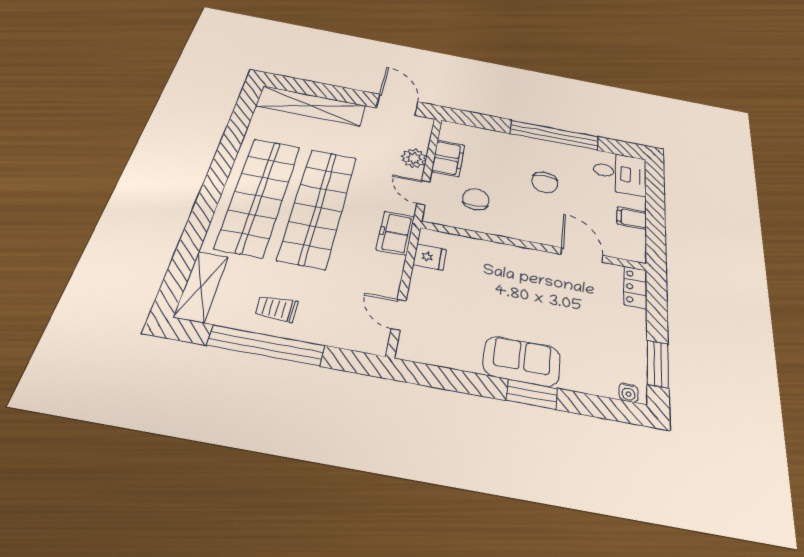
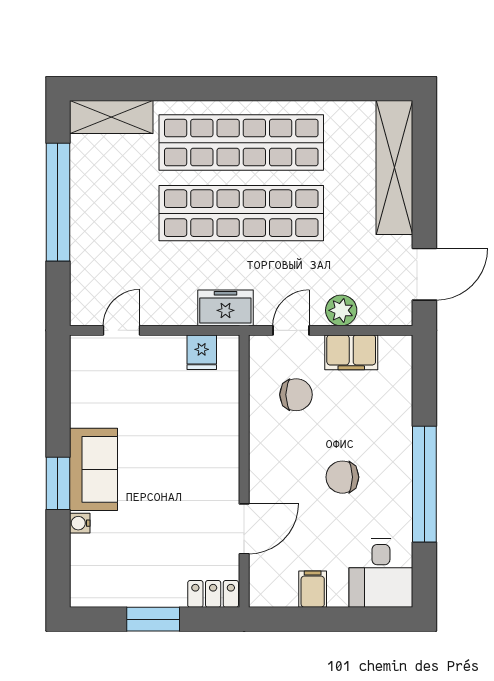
trolley: (277, 309) -> (102, 201), removed
window: (658, 364) -> (153, 619), moved
water cooler: (629, 393) -> (80, 523), moved

